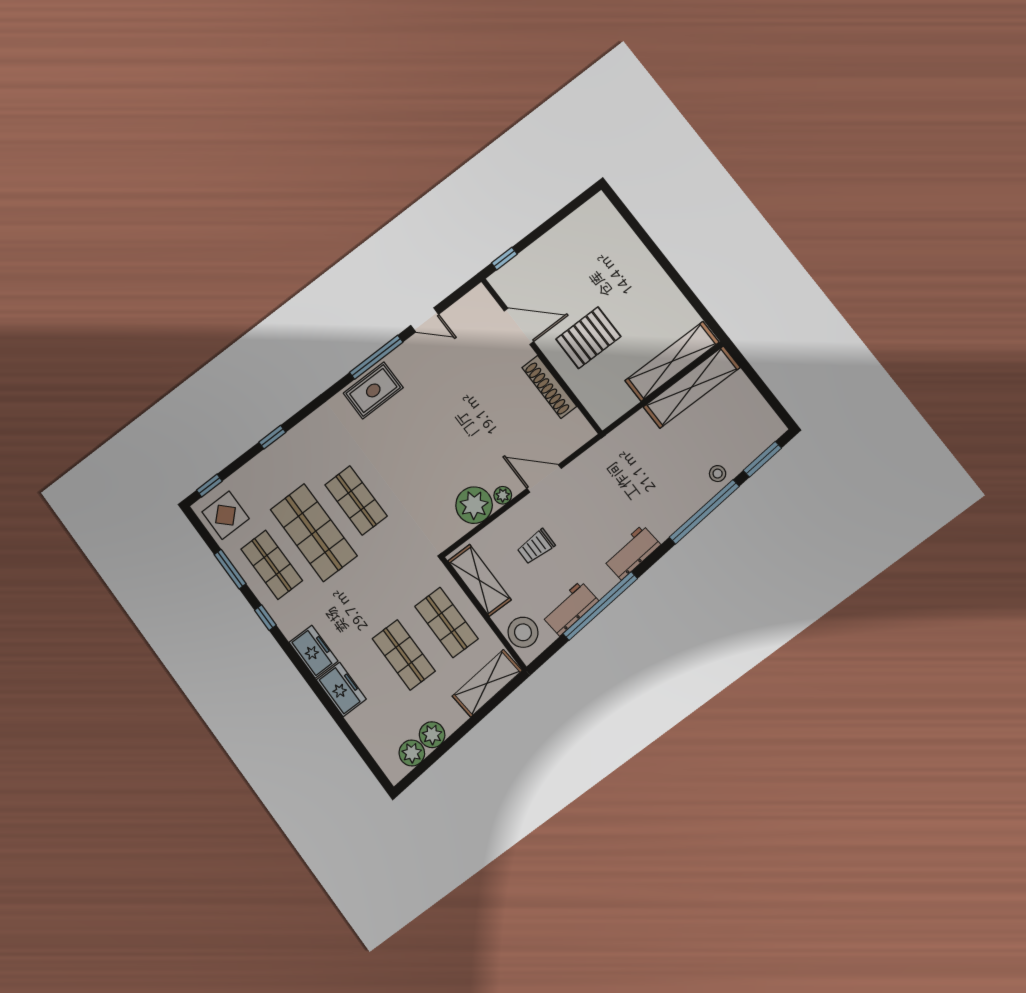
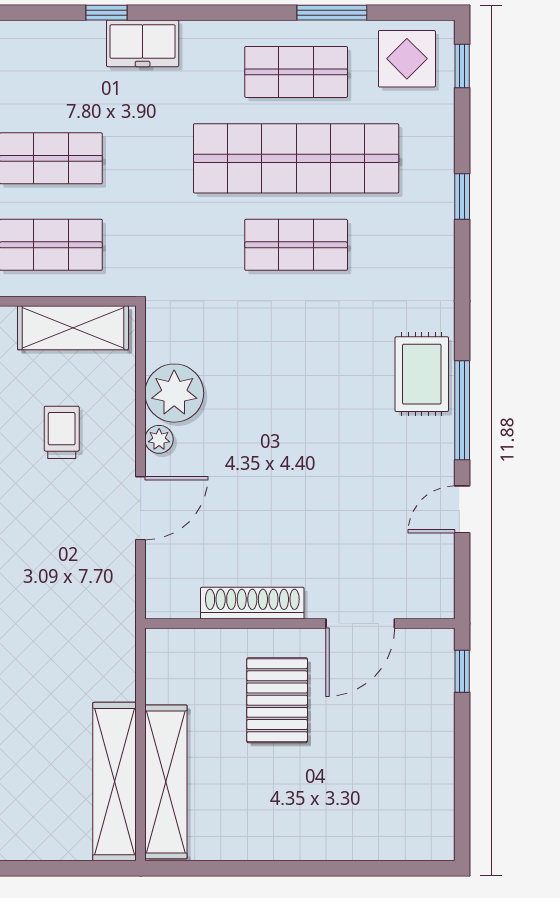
shop shelf: (314, 533) -> (296, 158), width x1.40
window: (265, 618) -> (106, 13), moved
freezer: (341, 689) -> (67, 44), removed

